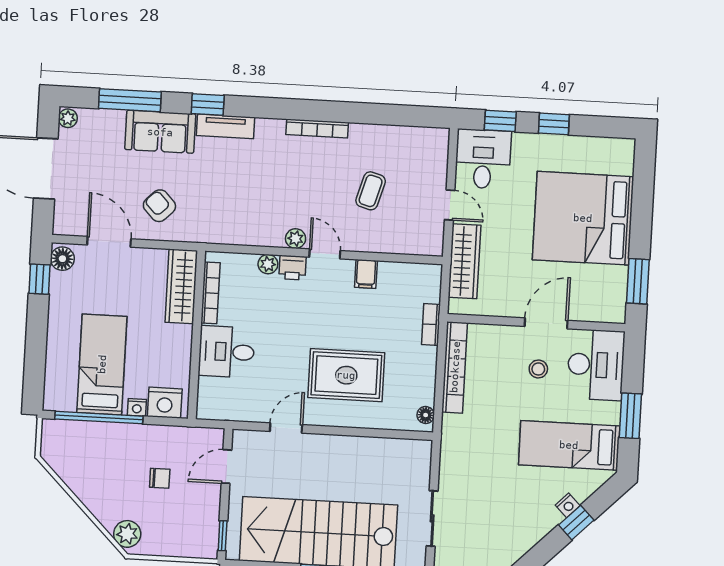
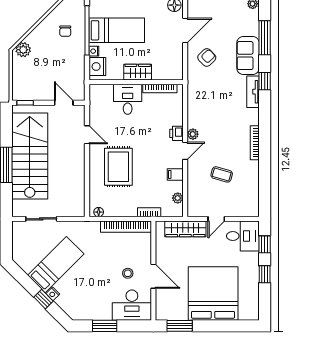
plant: (268, 264) -> (178, 198), moved
wardrobe: (181, 286) -> (138, 72), moved, width x0.67
bed: (569, 445) -> (56, 265), moved, turned 45
chair: (160, 478) -> (65, 31), moved

